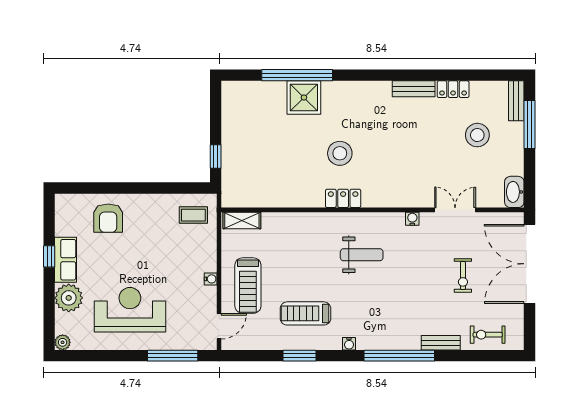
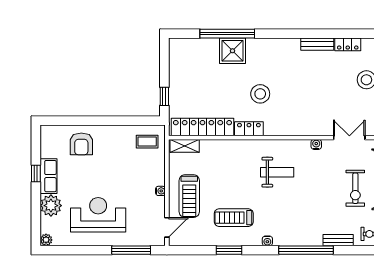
locker: (265, 196) -> (202, 127), added
locker: (343, 198) -> (249, 129), moved
exercise bike: (463, 275) -> (355, 188), width x1.38, depth x1.39

